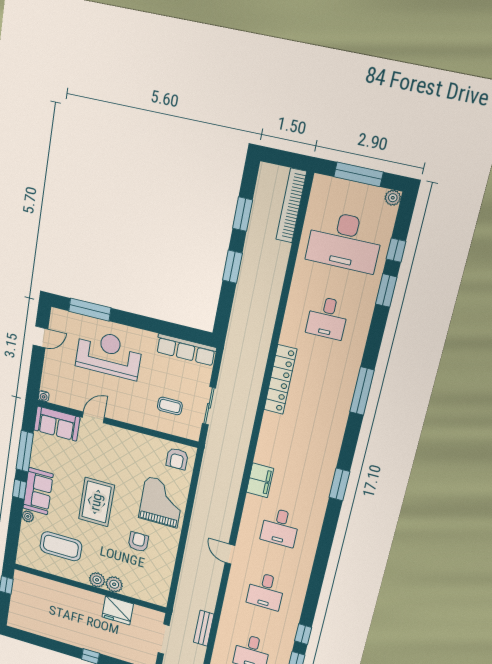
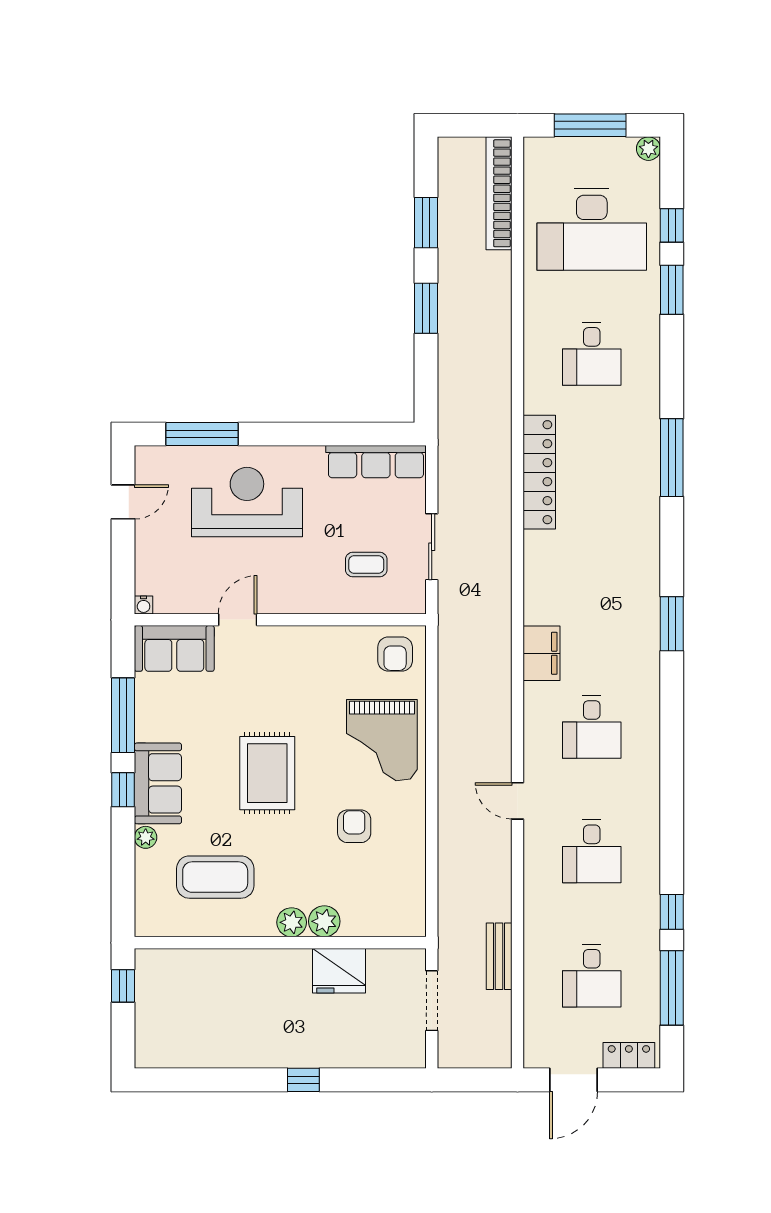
grand piano: (161, 502) -> (382, 740), turned 180

